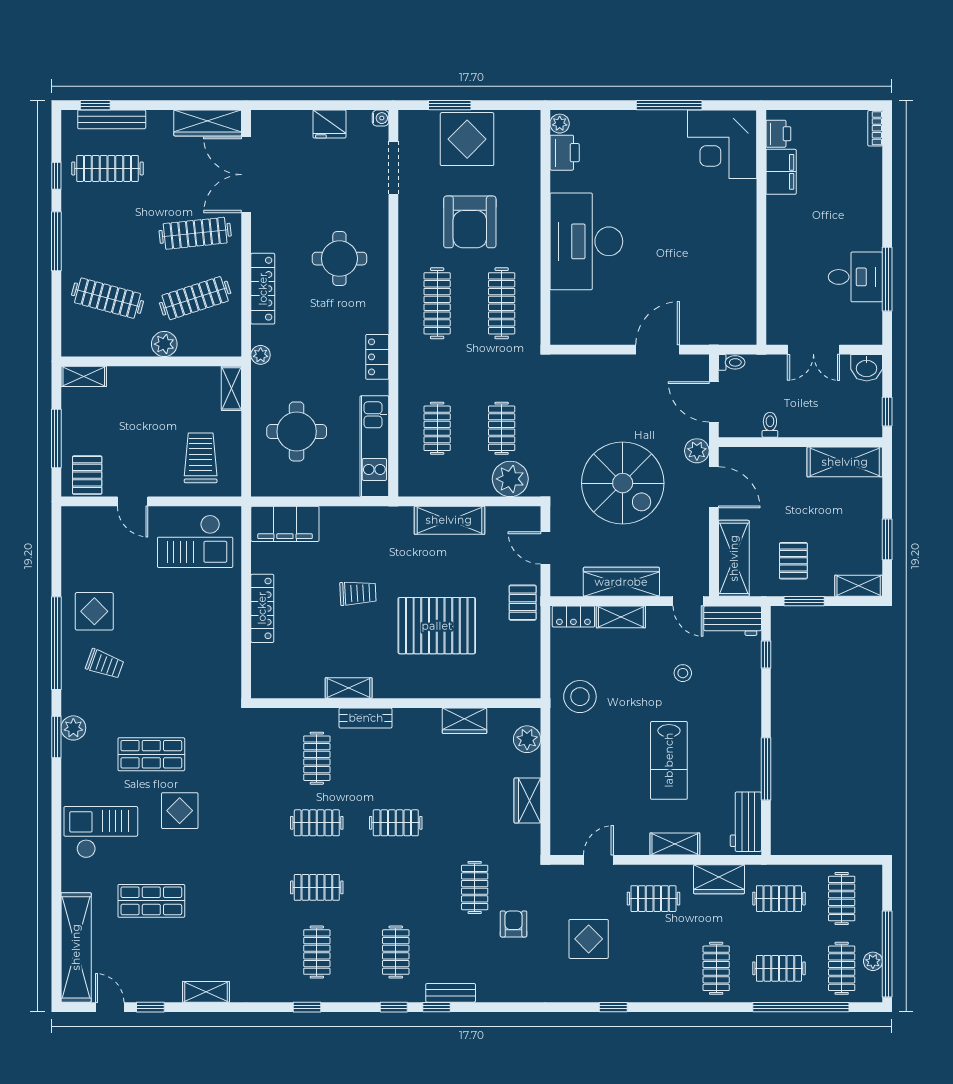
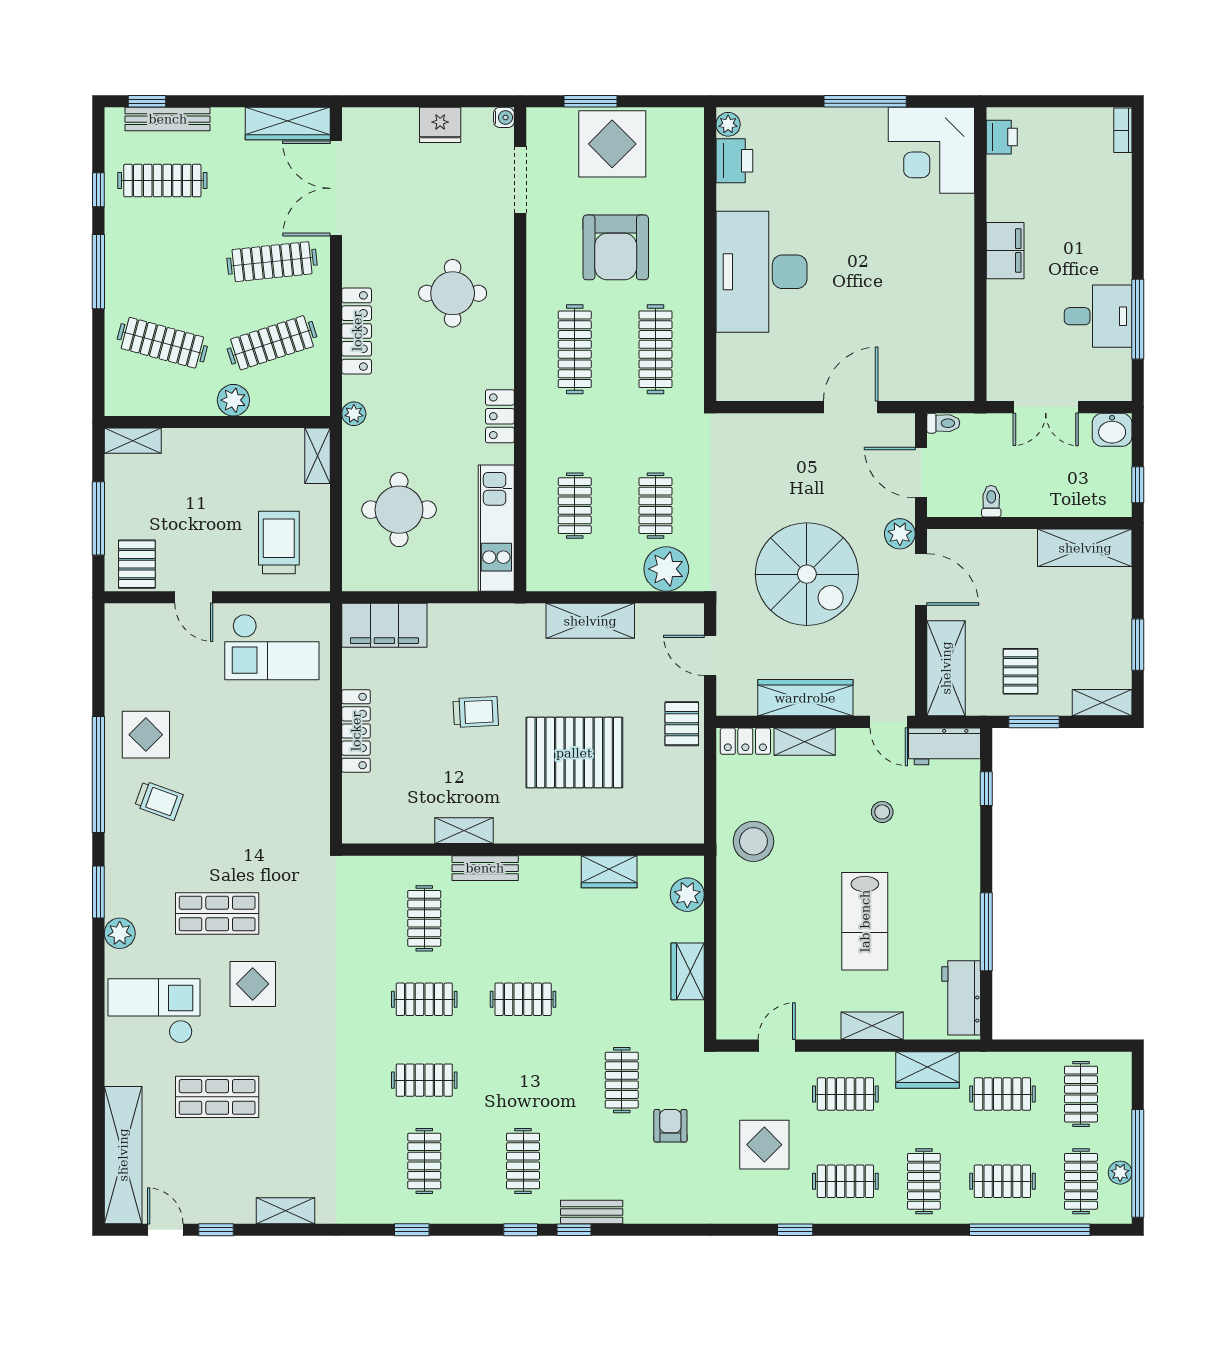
filing cabinet: (781, 172) -> (1005, 251), moved
plant: (73, 728) -> (120, 933), moved
clothes rail: (653, 968) -> (845, 1181), added

